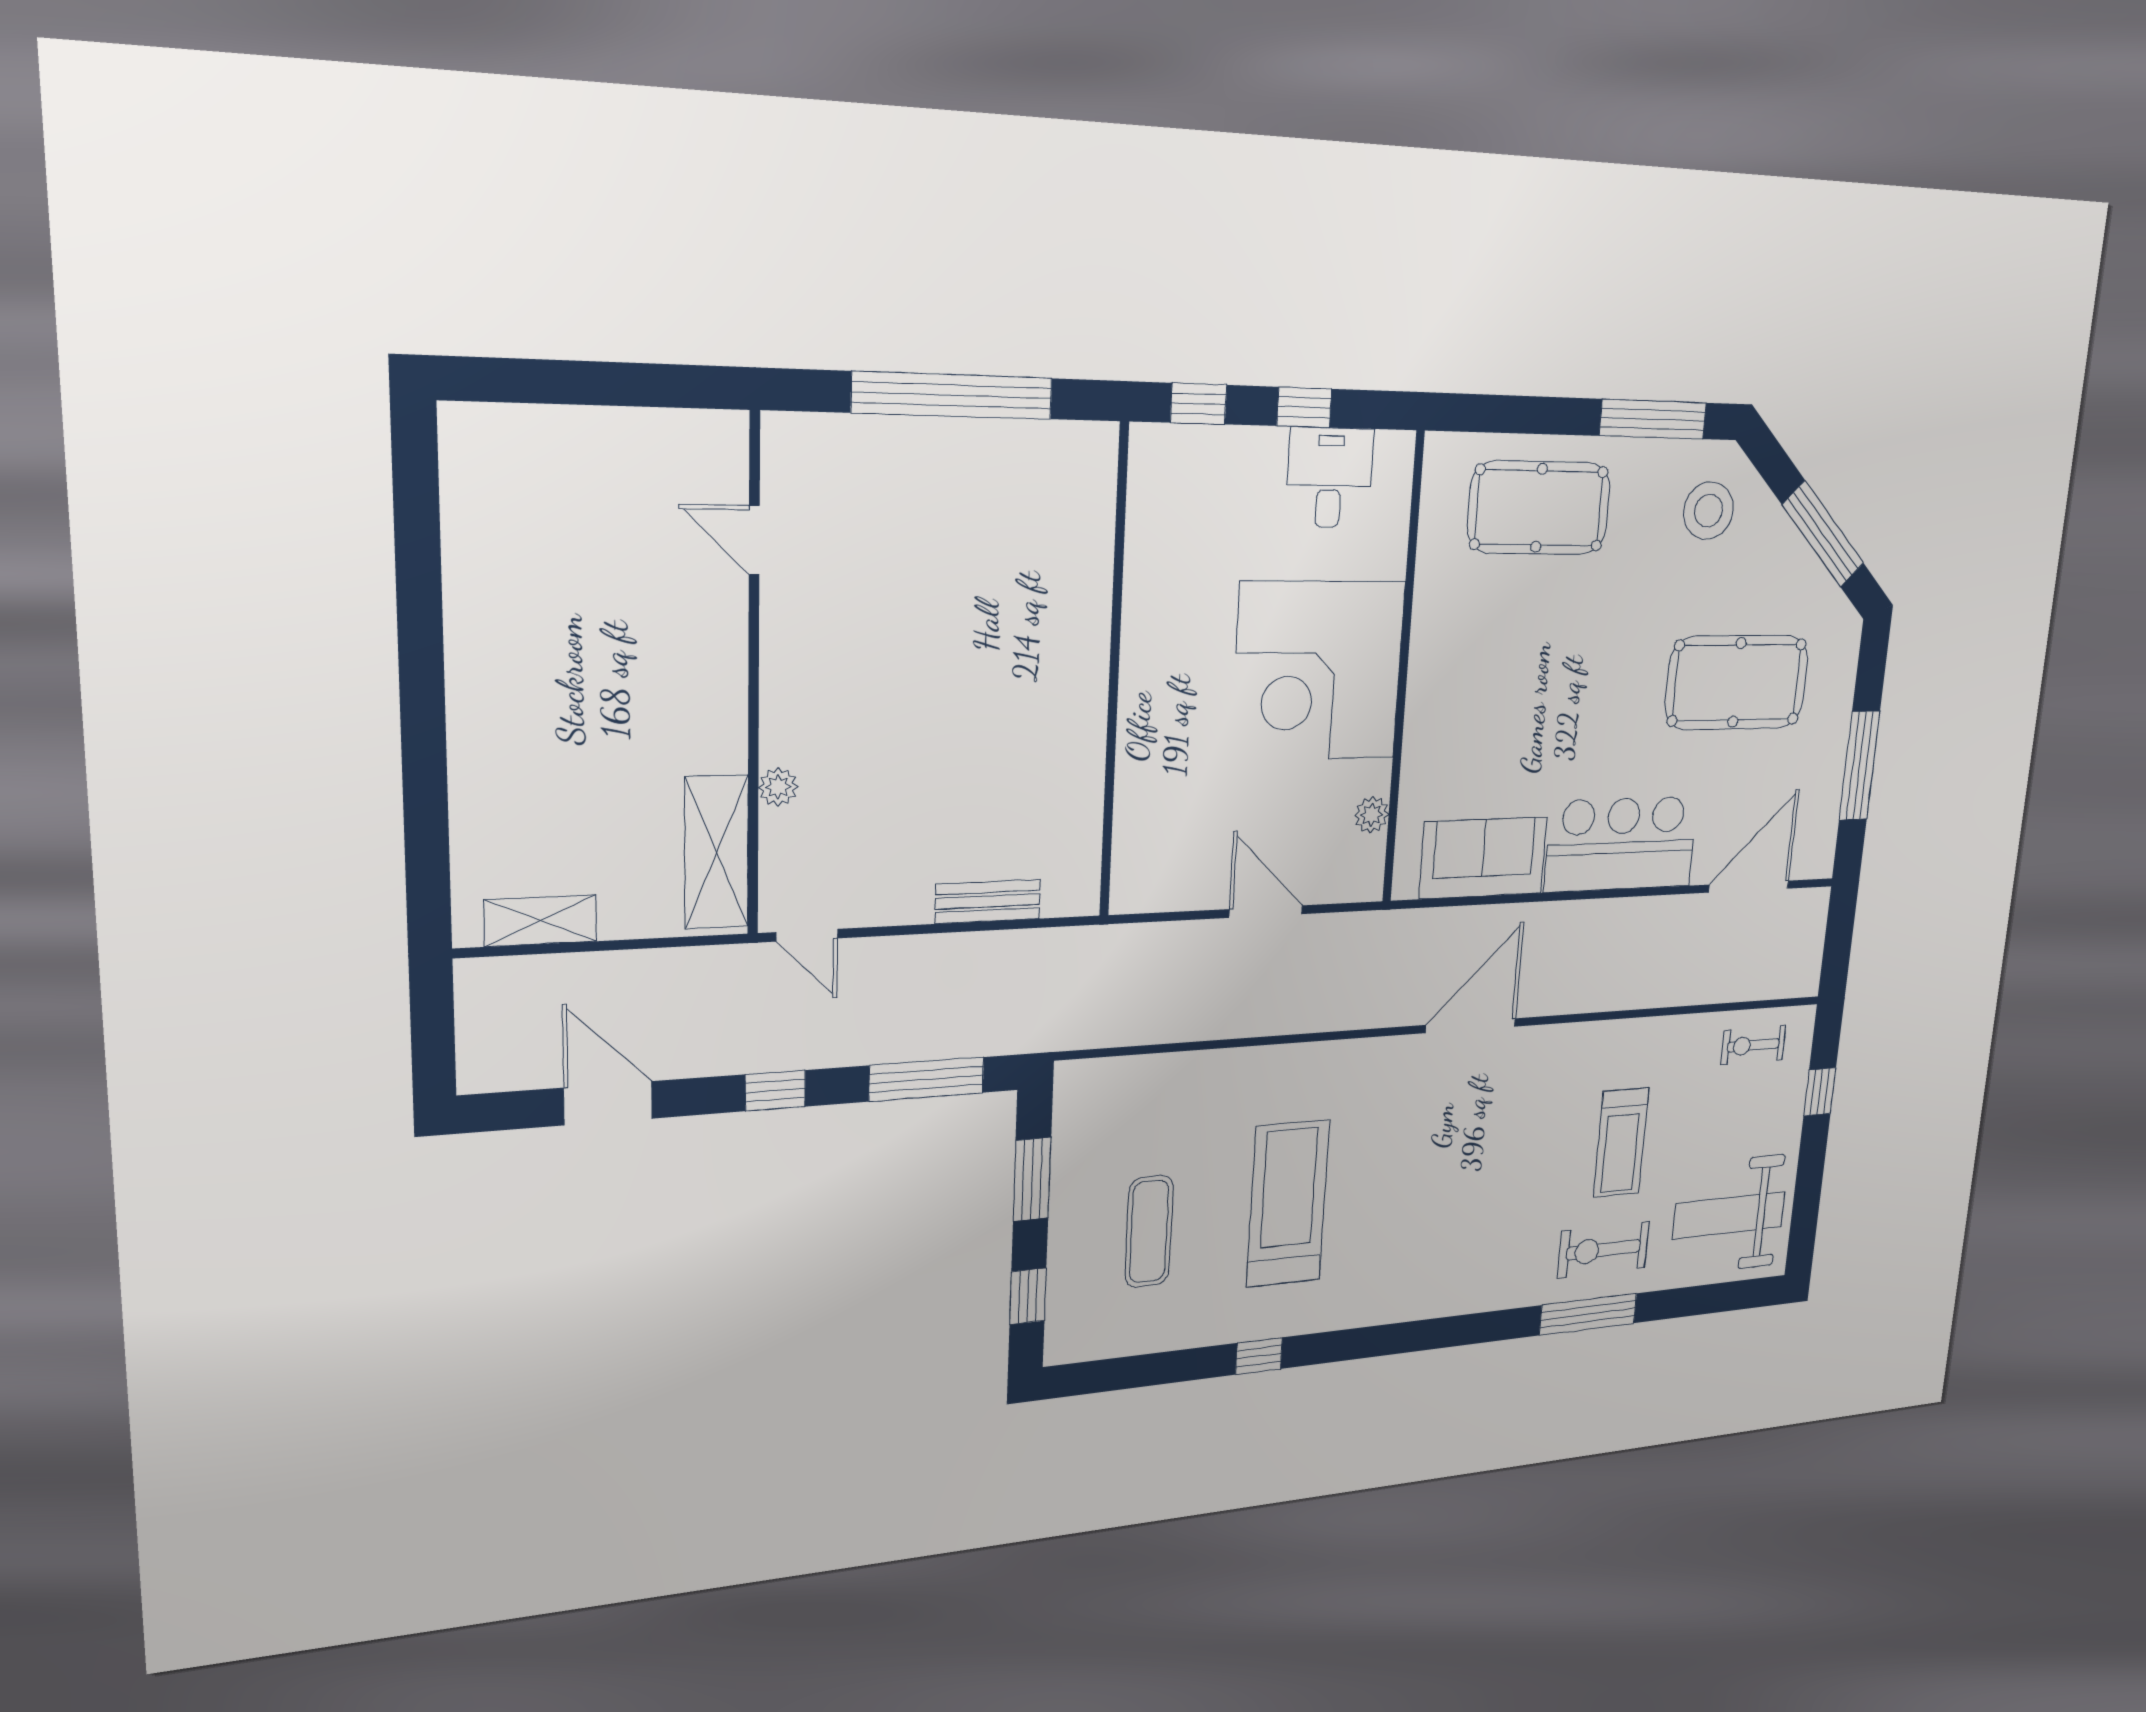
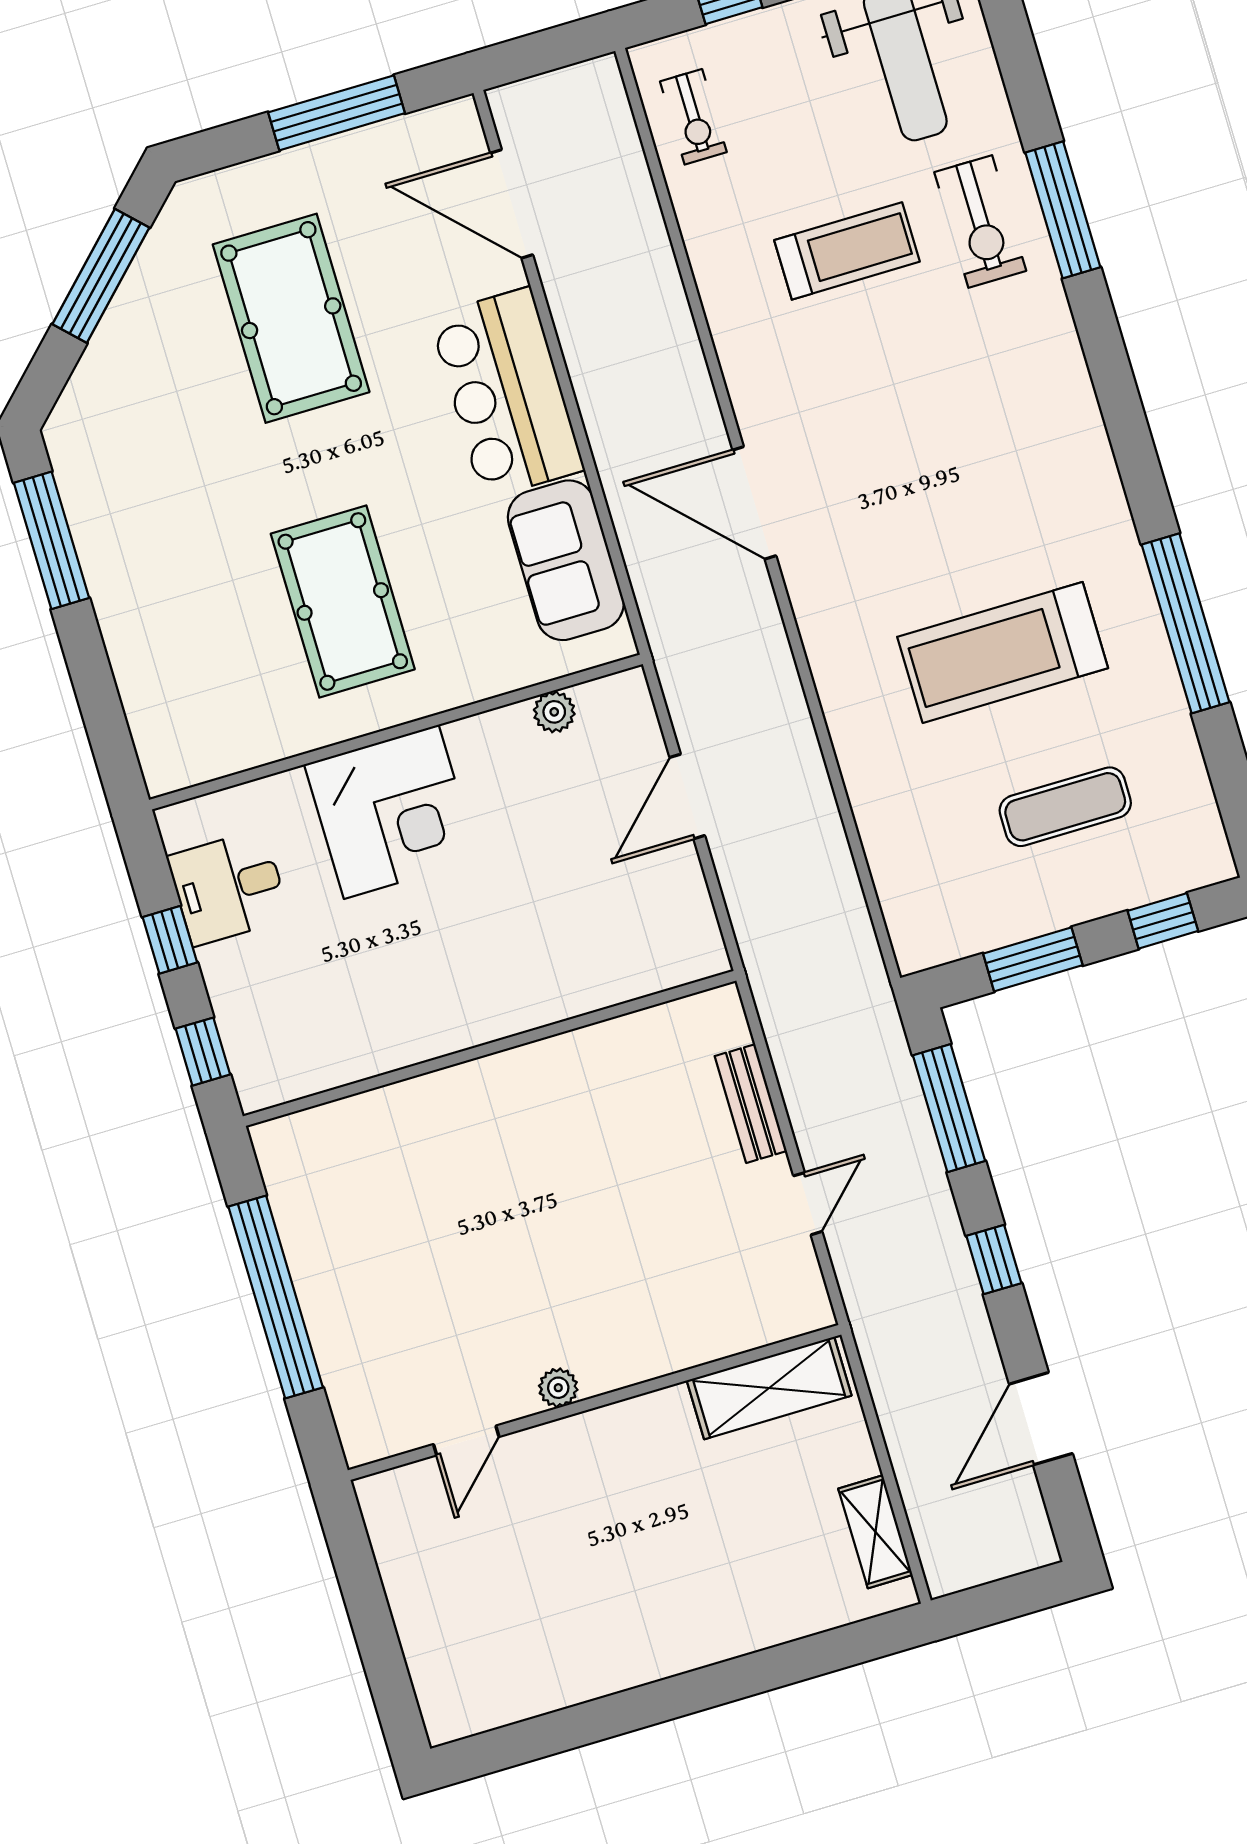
pool table: (1539, 508) -> (343, 601), moved
stool: (1709, 511) -> (122, 433), removed
corner desk: (1318, 671) -> (391, 812), width x0.74, depth x0.74
plant: (778, 787) -> (558, 1388), moved
door: (807, 935) -> (808, 1204), moved
window: (1259, 1356) -> (1185, 623), width x3.17

